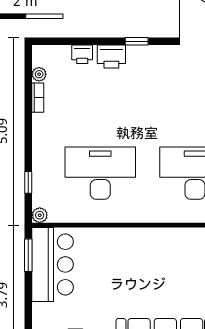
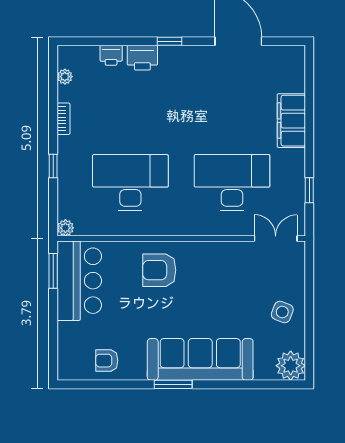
bookcase: (38, 98) -> (63, 119), moved
window: (28, 182) -> (53, 166), moved
armchair: (127, 255) -> (159, 270), added

